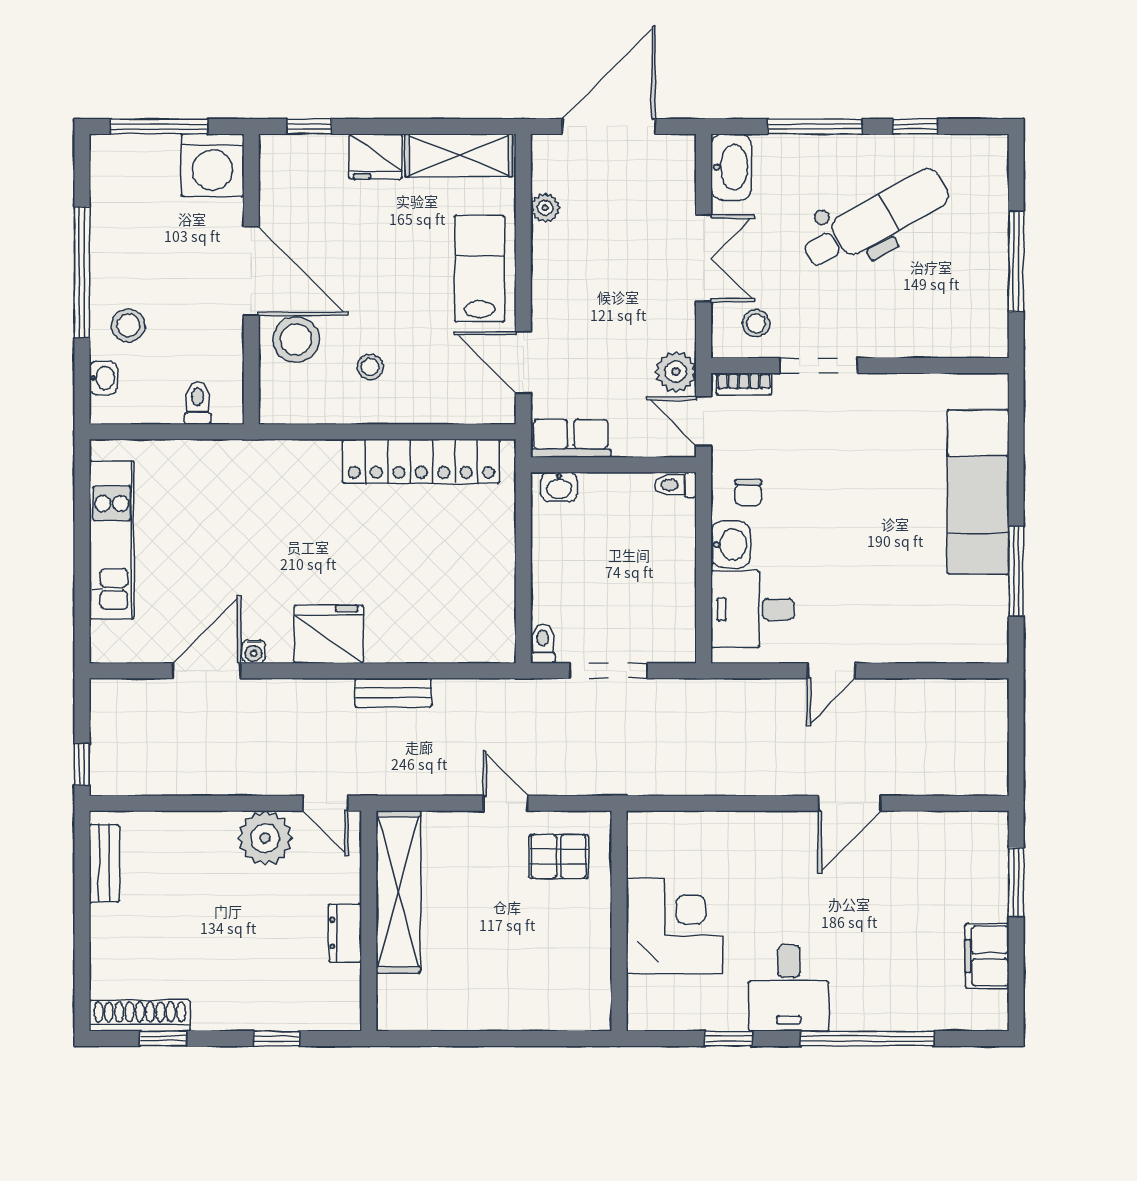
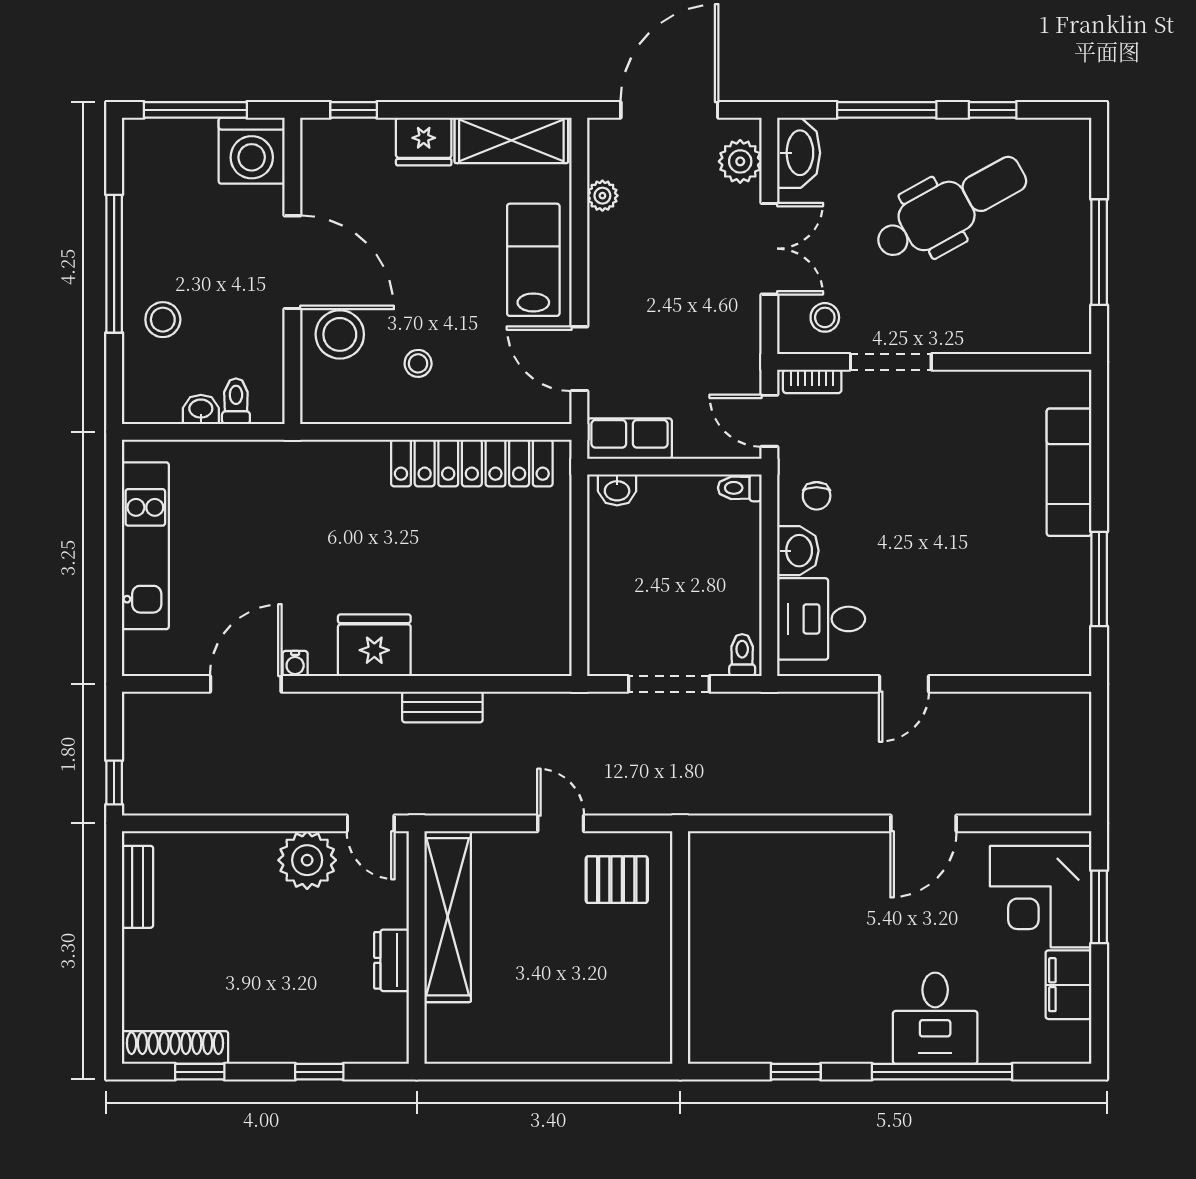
plant: (676, 372) -> (740, 161), moved
washbasin: (103, 378) -> (201, 409), moved, turned -90
exam couch: (978, 492) -> (1069, 472), width x0.73, depth x0.69
toilet: (543, 643) -> (742, 655), moved
corner desk: (674, 926) -> (1041, 897), moved, turned 180
desk: (789, 988) -> (935, 1018), moved

